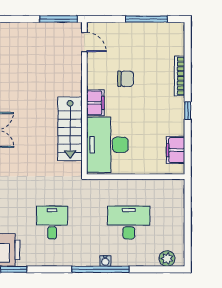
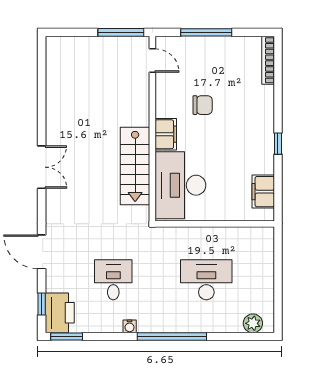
window: (147, 19) -> (206, 32), moved
bookcase: (180, 76) -> (268, 60), moved
water cooler: (105, 261) -> (130, 326), moved

